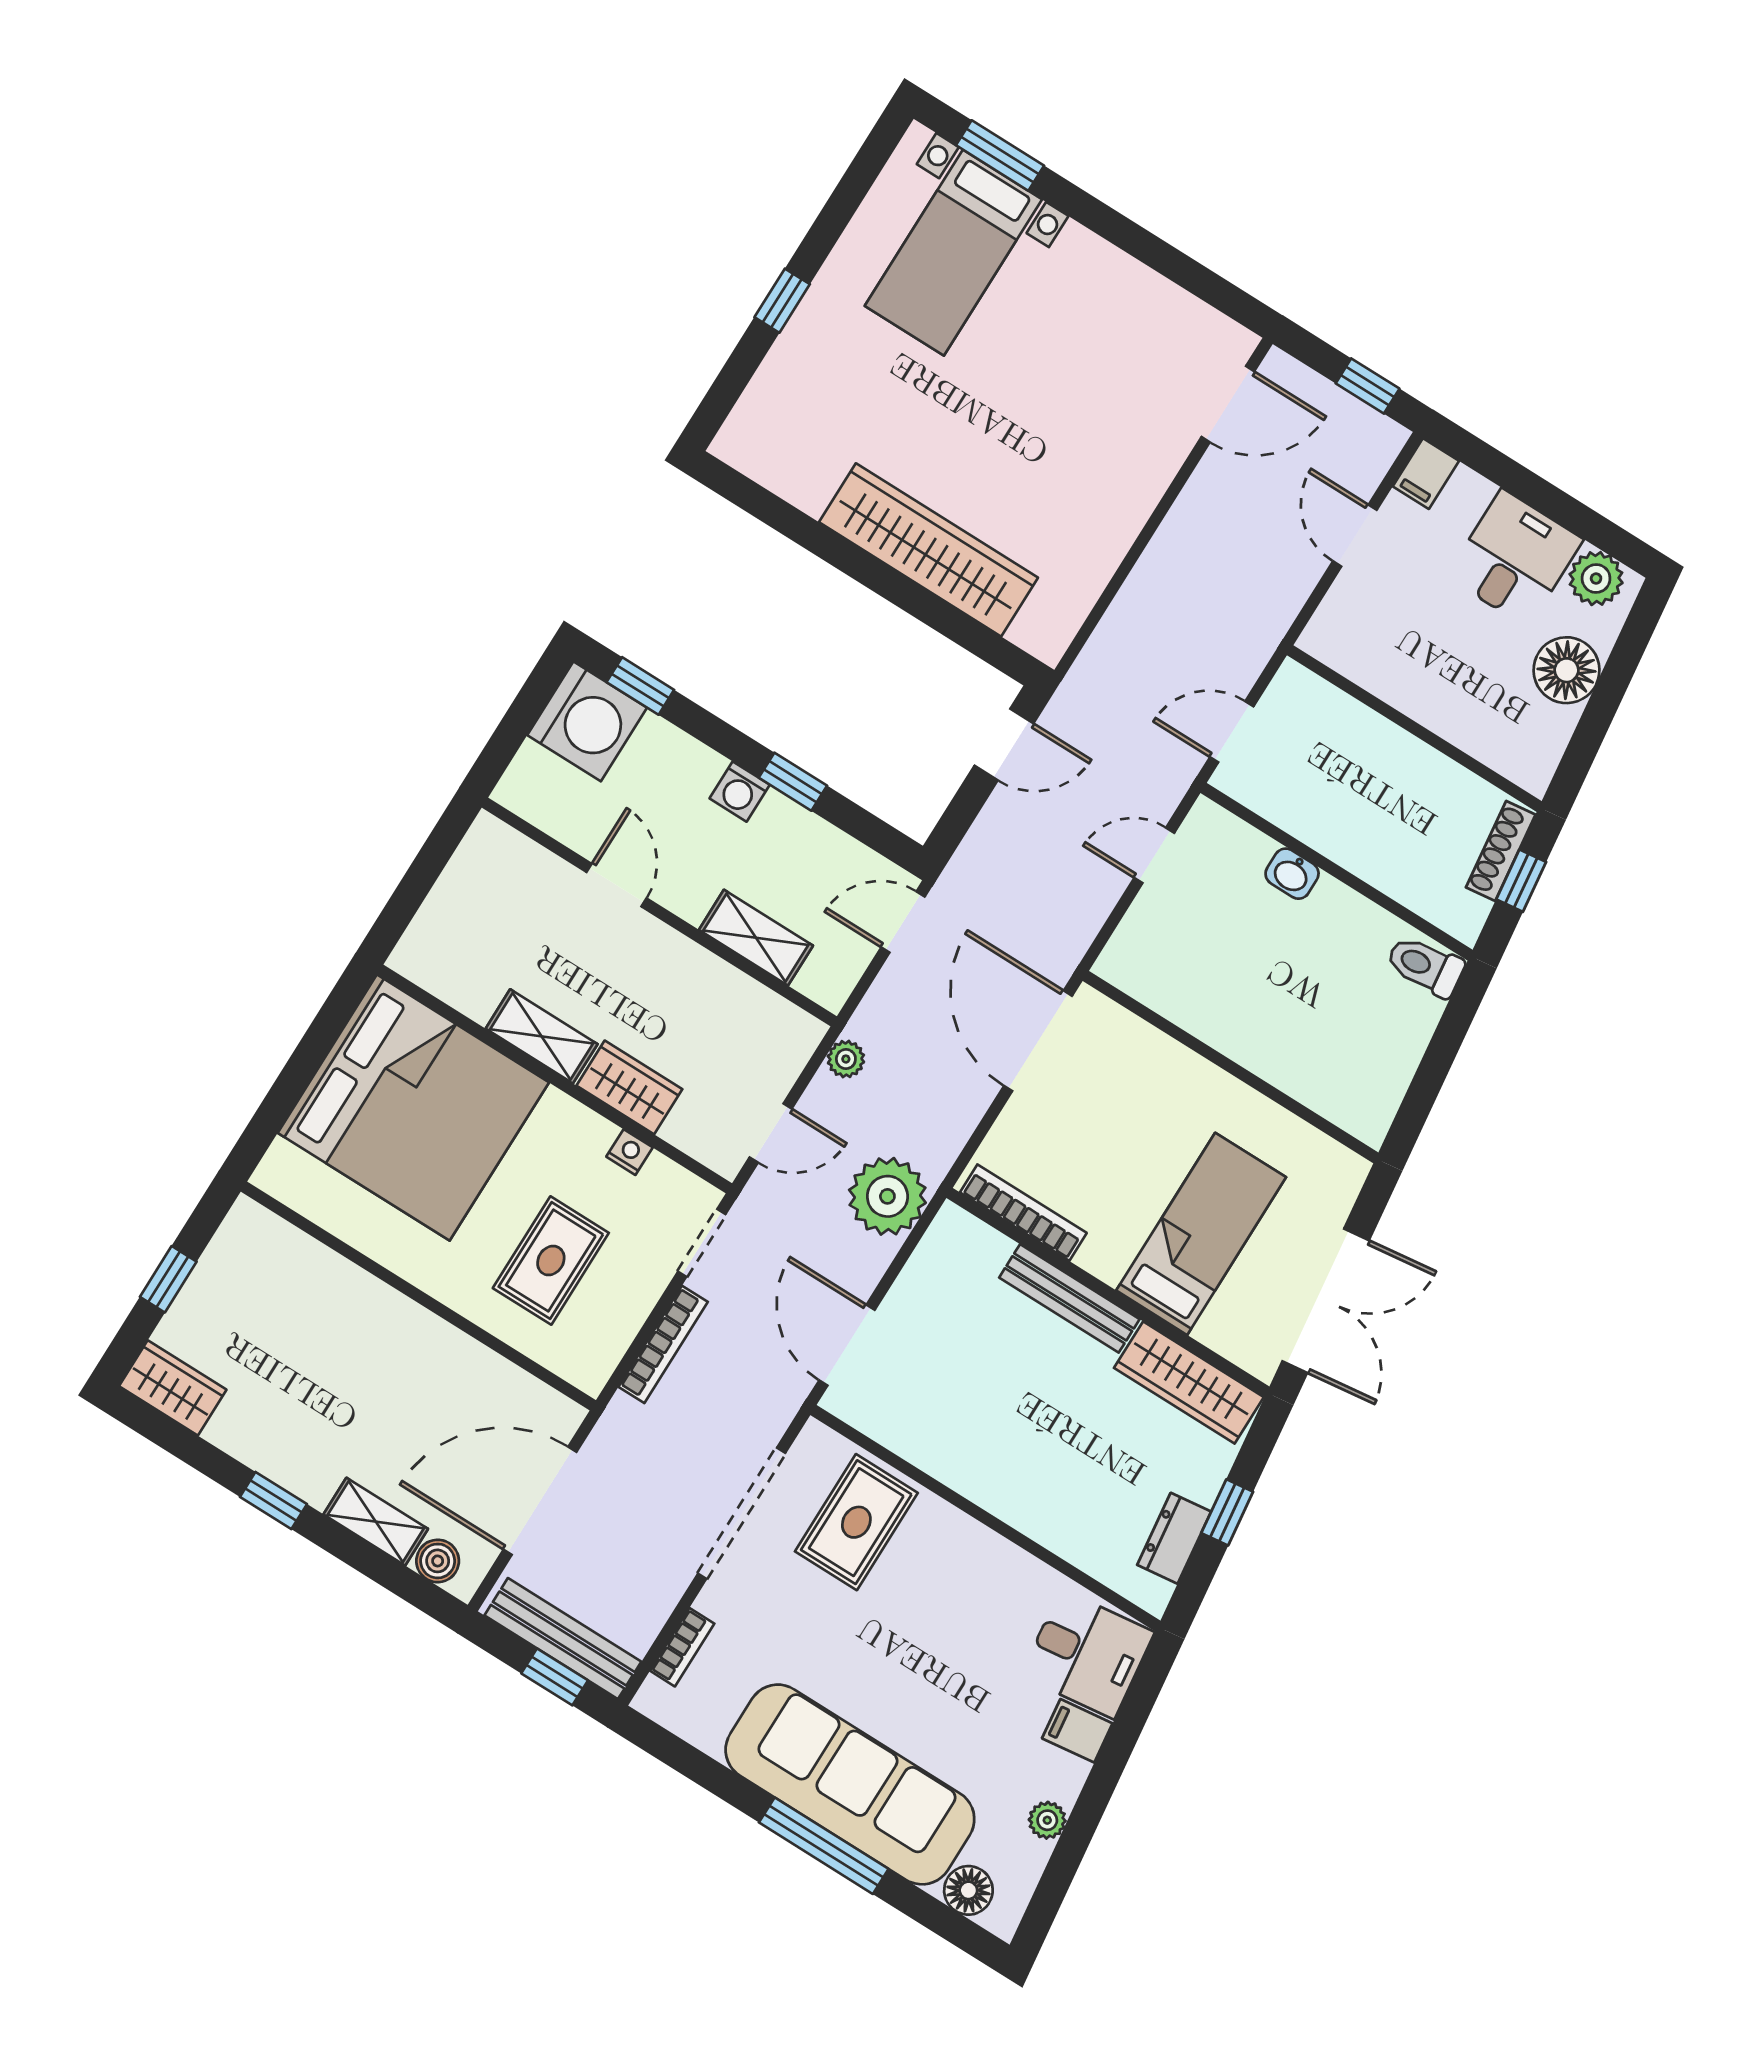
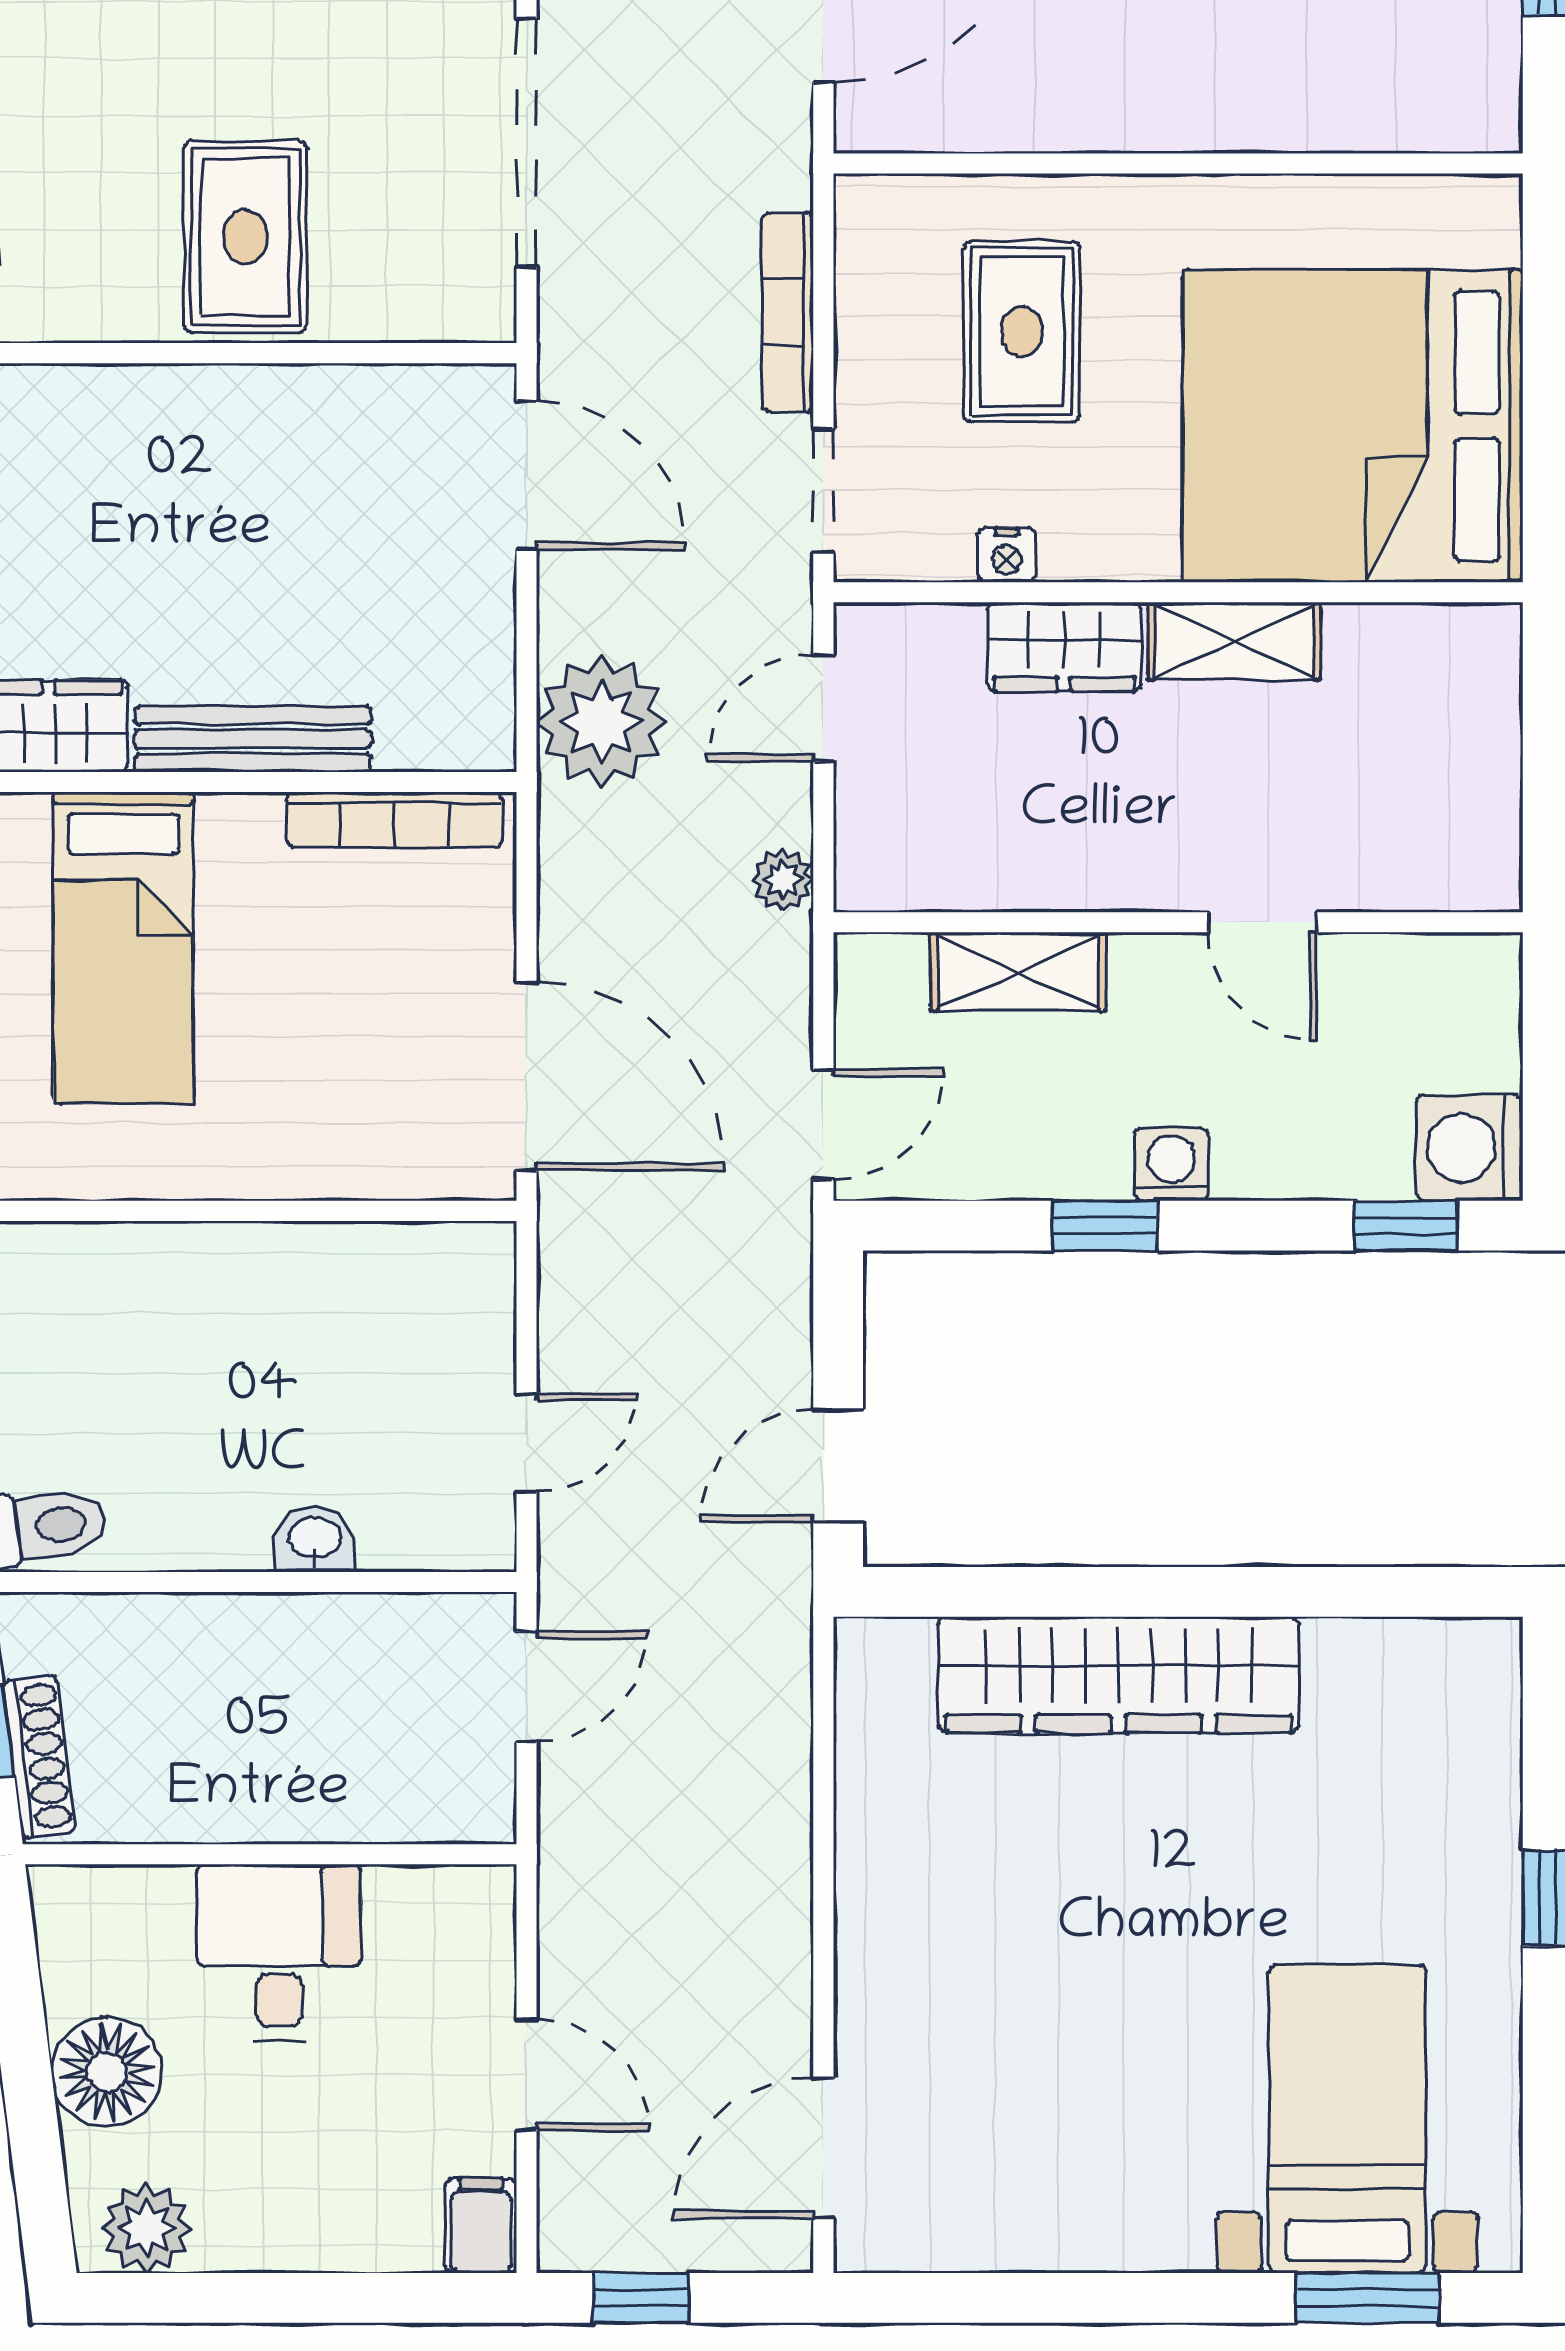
desk: (1515, 558) -> (279, 1952), moved, turned 180
washing machine: (587, 721) -> (1470, 1148), width x0.73, depth x0.73
rug: (856, 1522) -> (245, 237), moved

